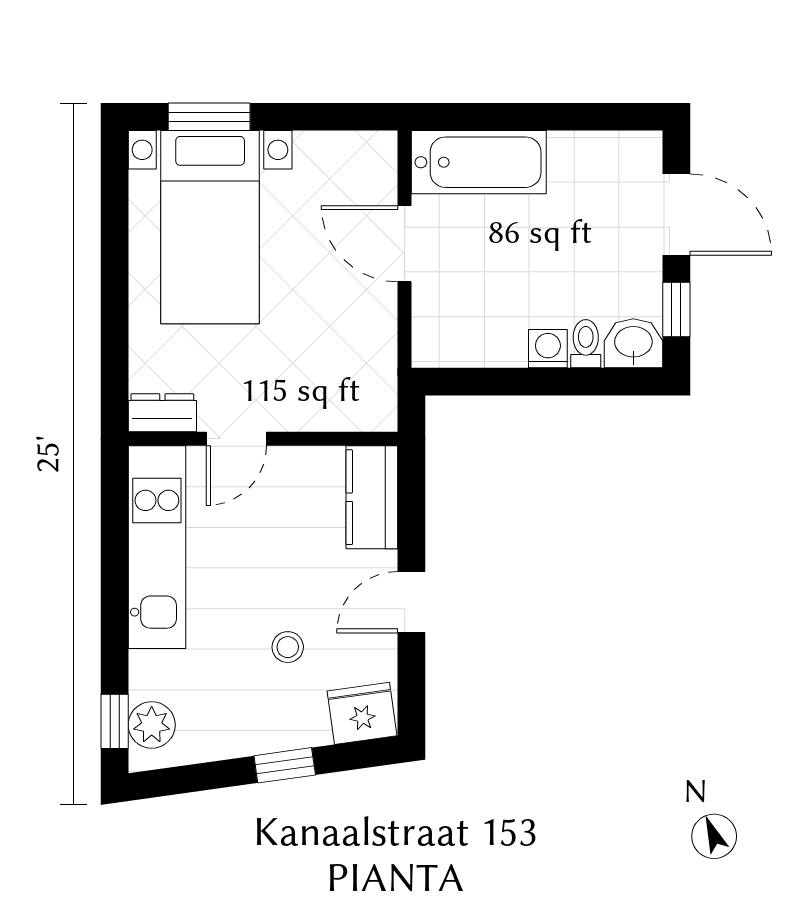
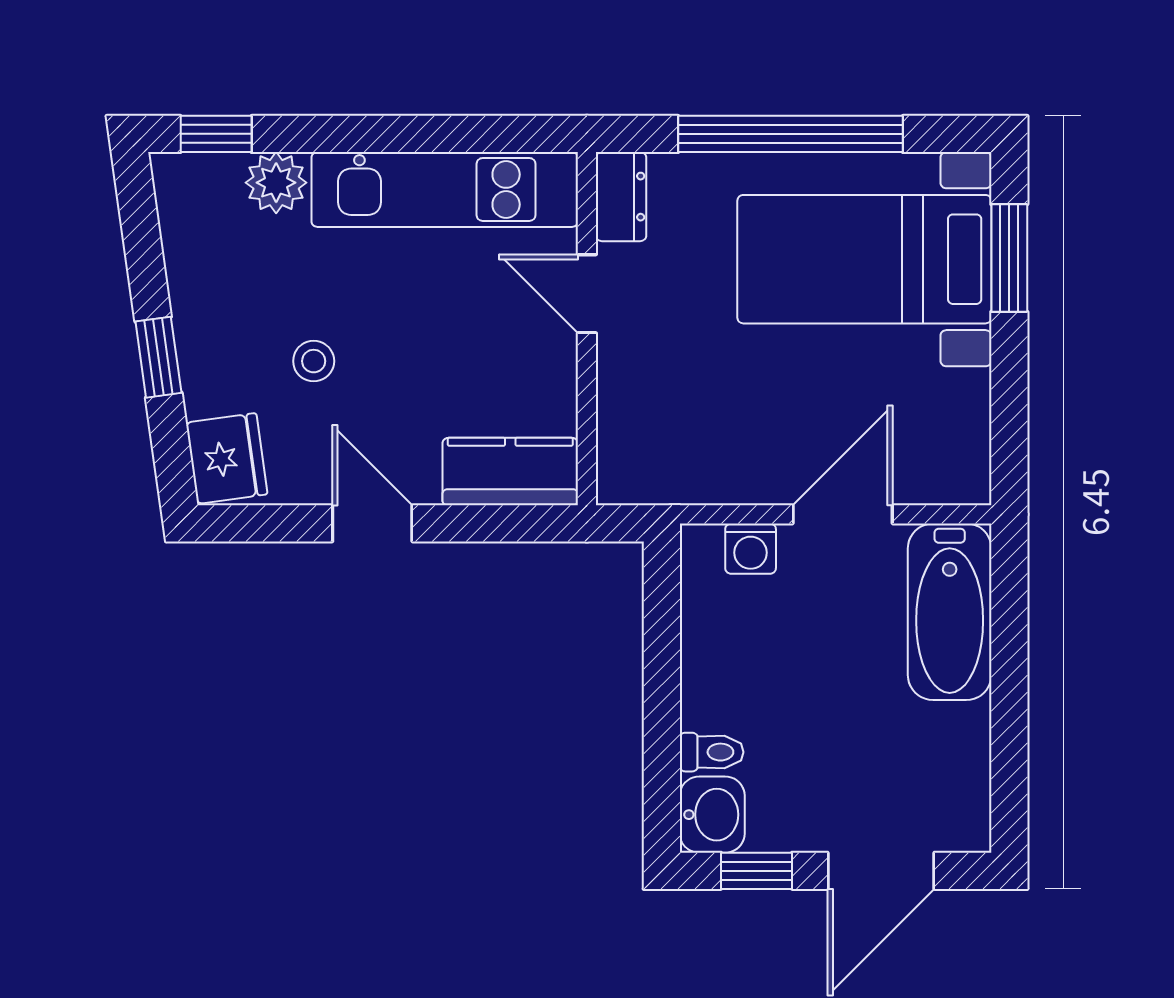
window: (115, 284) -> (790, 134), added
washing machine: (548, 349) -> (751, 549), moved, turned 90
plant: (152, 725) -> (276, 183), moved

